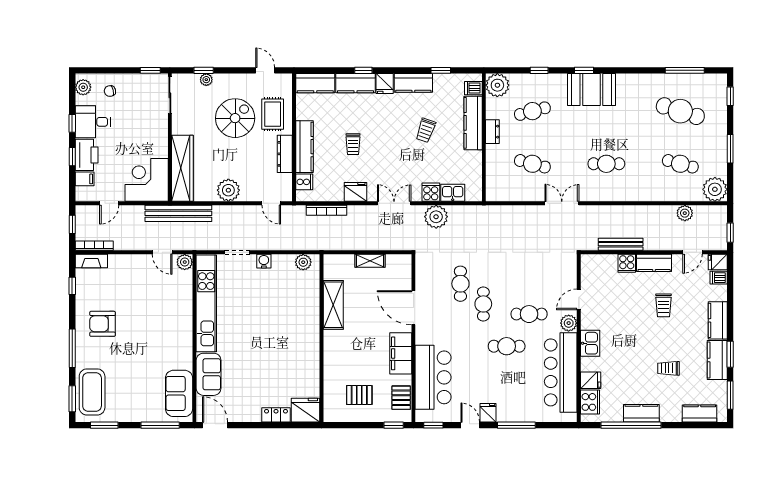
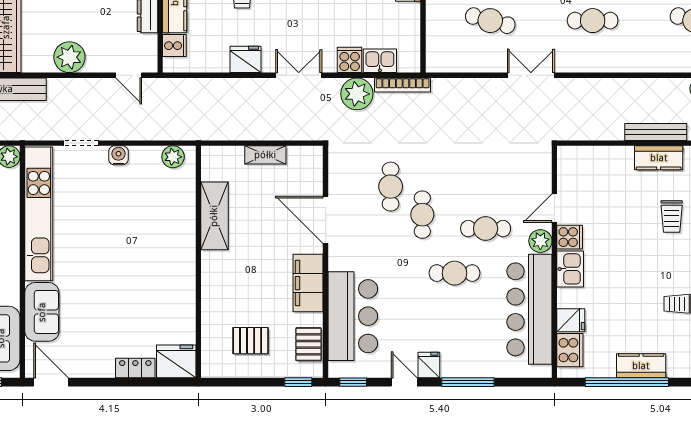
bookcase: (327, 210) -> (403, 85), moved
bench: (621, 244) -> (656, 132), moved
cooker: (627, 263) -> (570, 237), moved, turned -90

